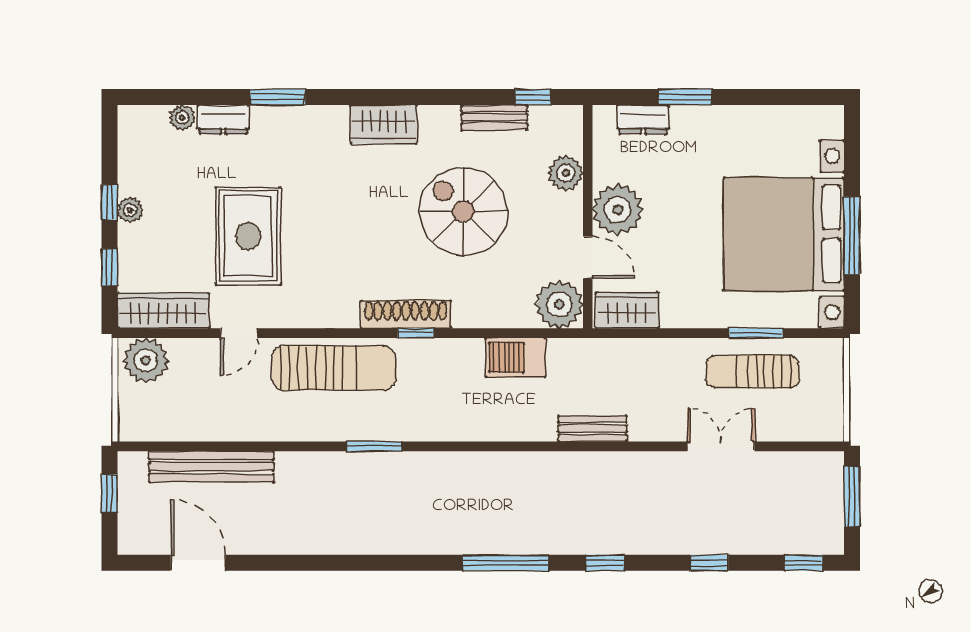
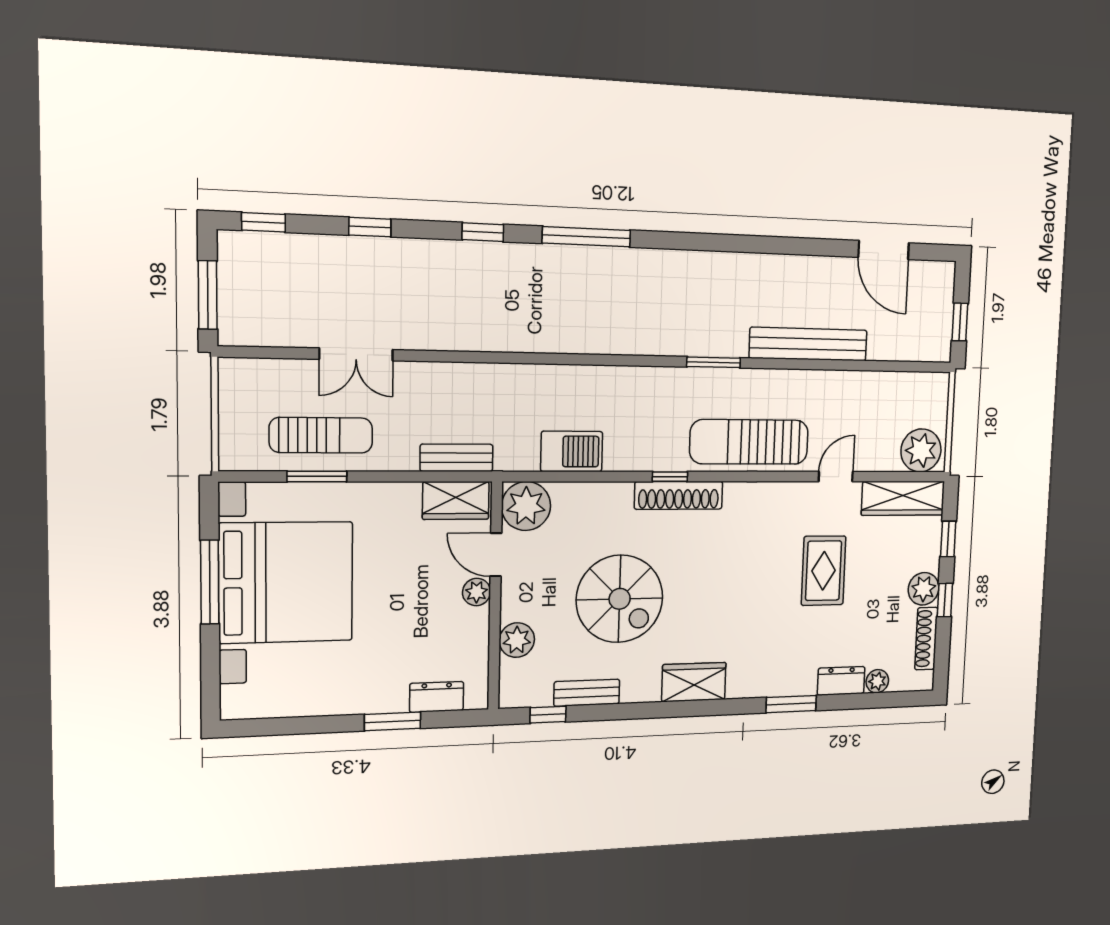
shoe rack: (129, 161) -> (926, 639), added
plant: (130, 210) -> (924, 589), width x1.38, depth x1.38
plant: (618, 210) -> (477, 592), width x0.53, depth x0.53
rug: (248, 236) -> (824, 571), width x0.73, depth x0.70
bench: (593, 429) -> (457, 458), moved
bench: (211, 467) -> (808, 344), moved

